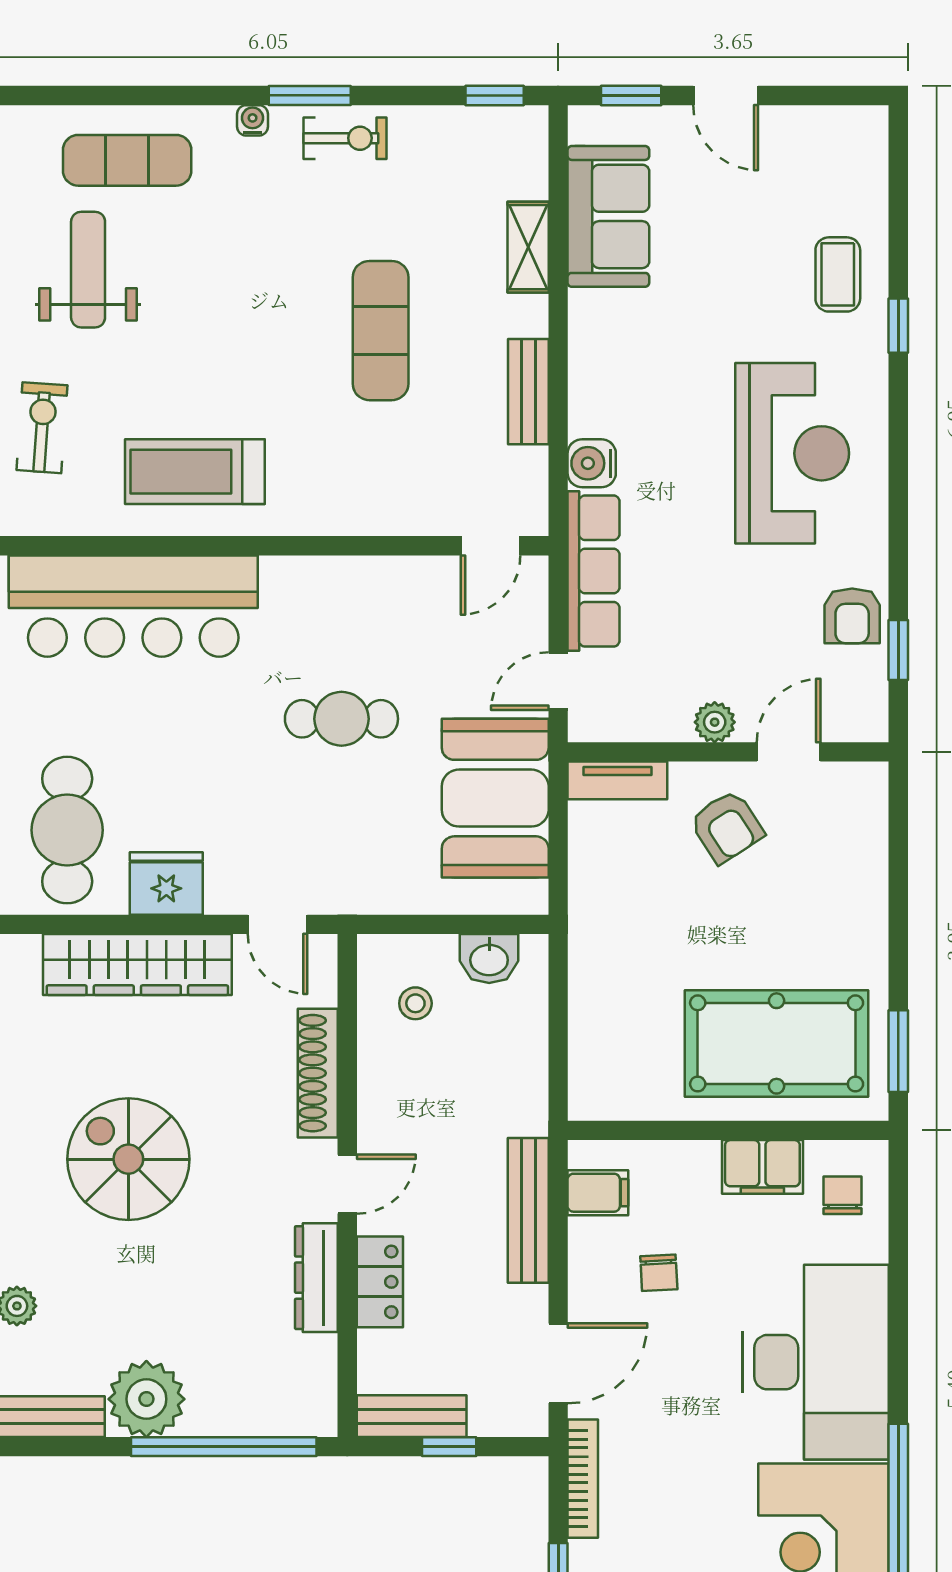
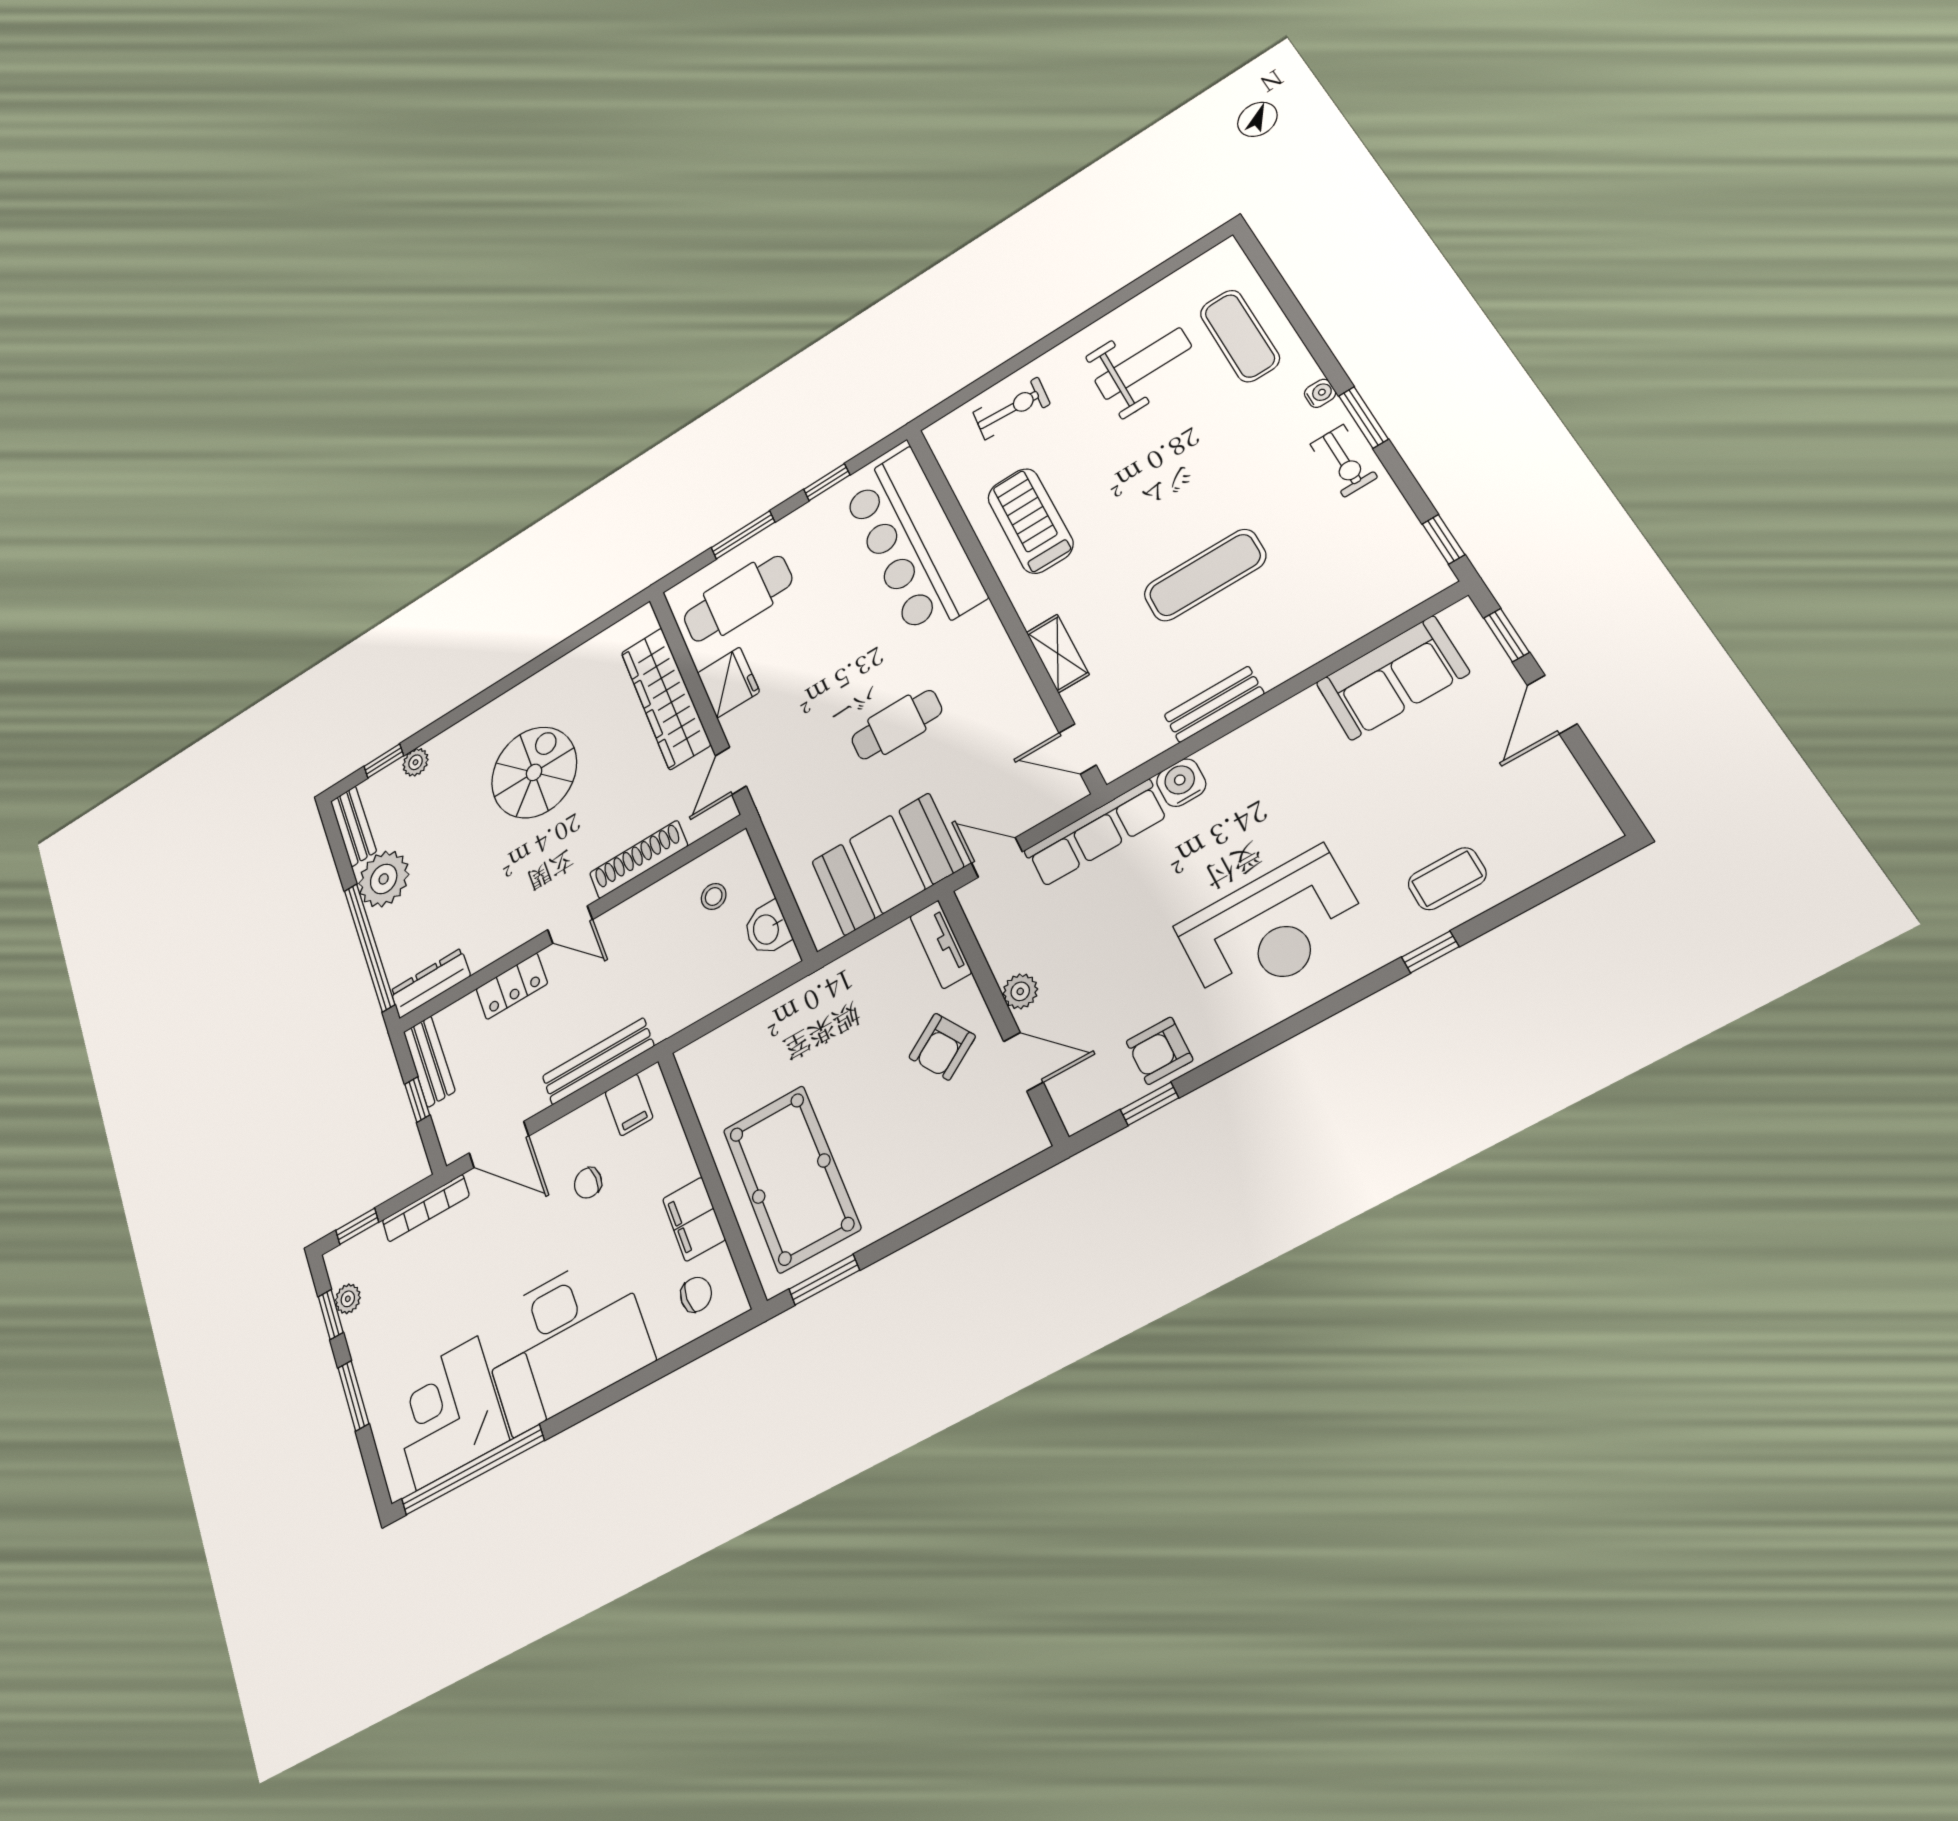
shelving: (528, 247) -> (1058, 653), moved, turned 90
cafe table: (341, 719) -> (897, 725), turned 90
dresser: (316, 1278) -> (430, 983), moved

